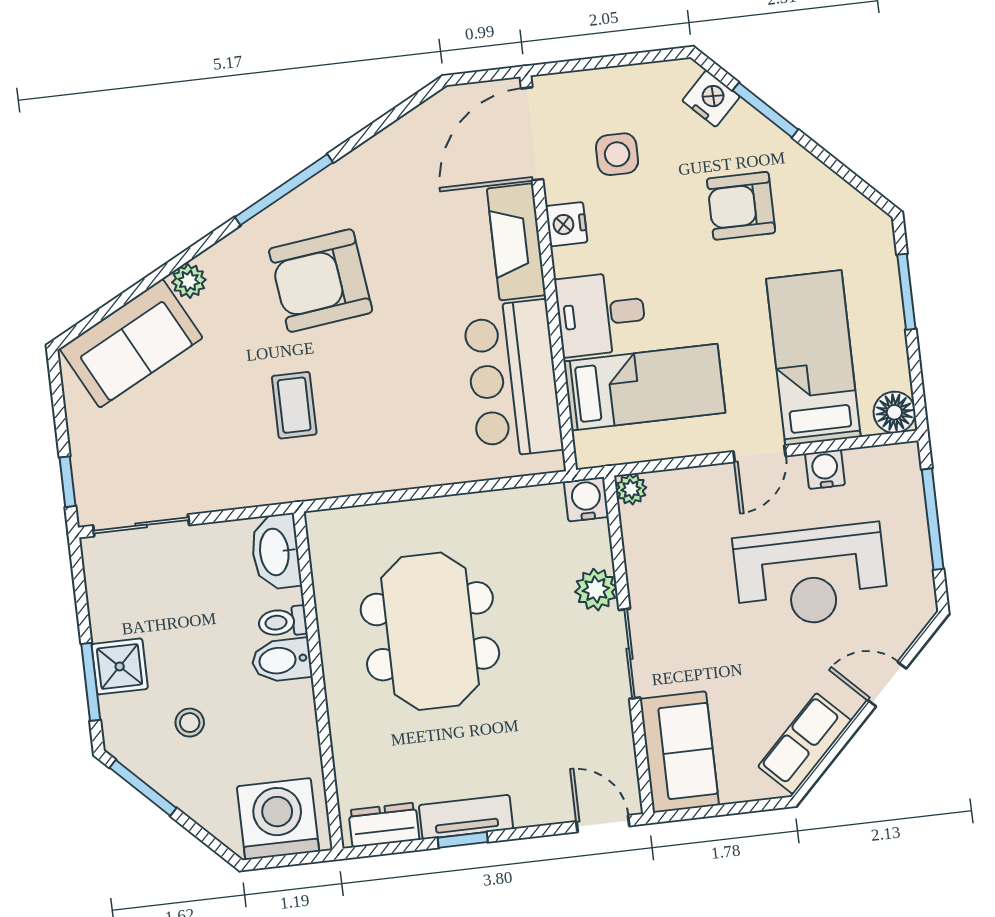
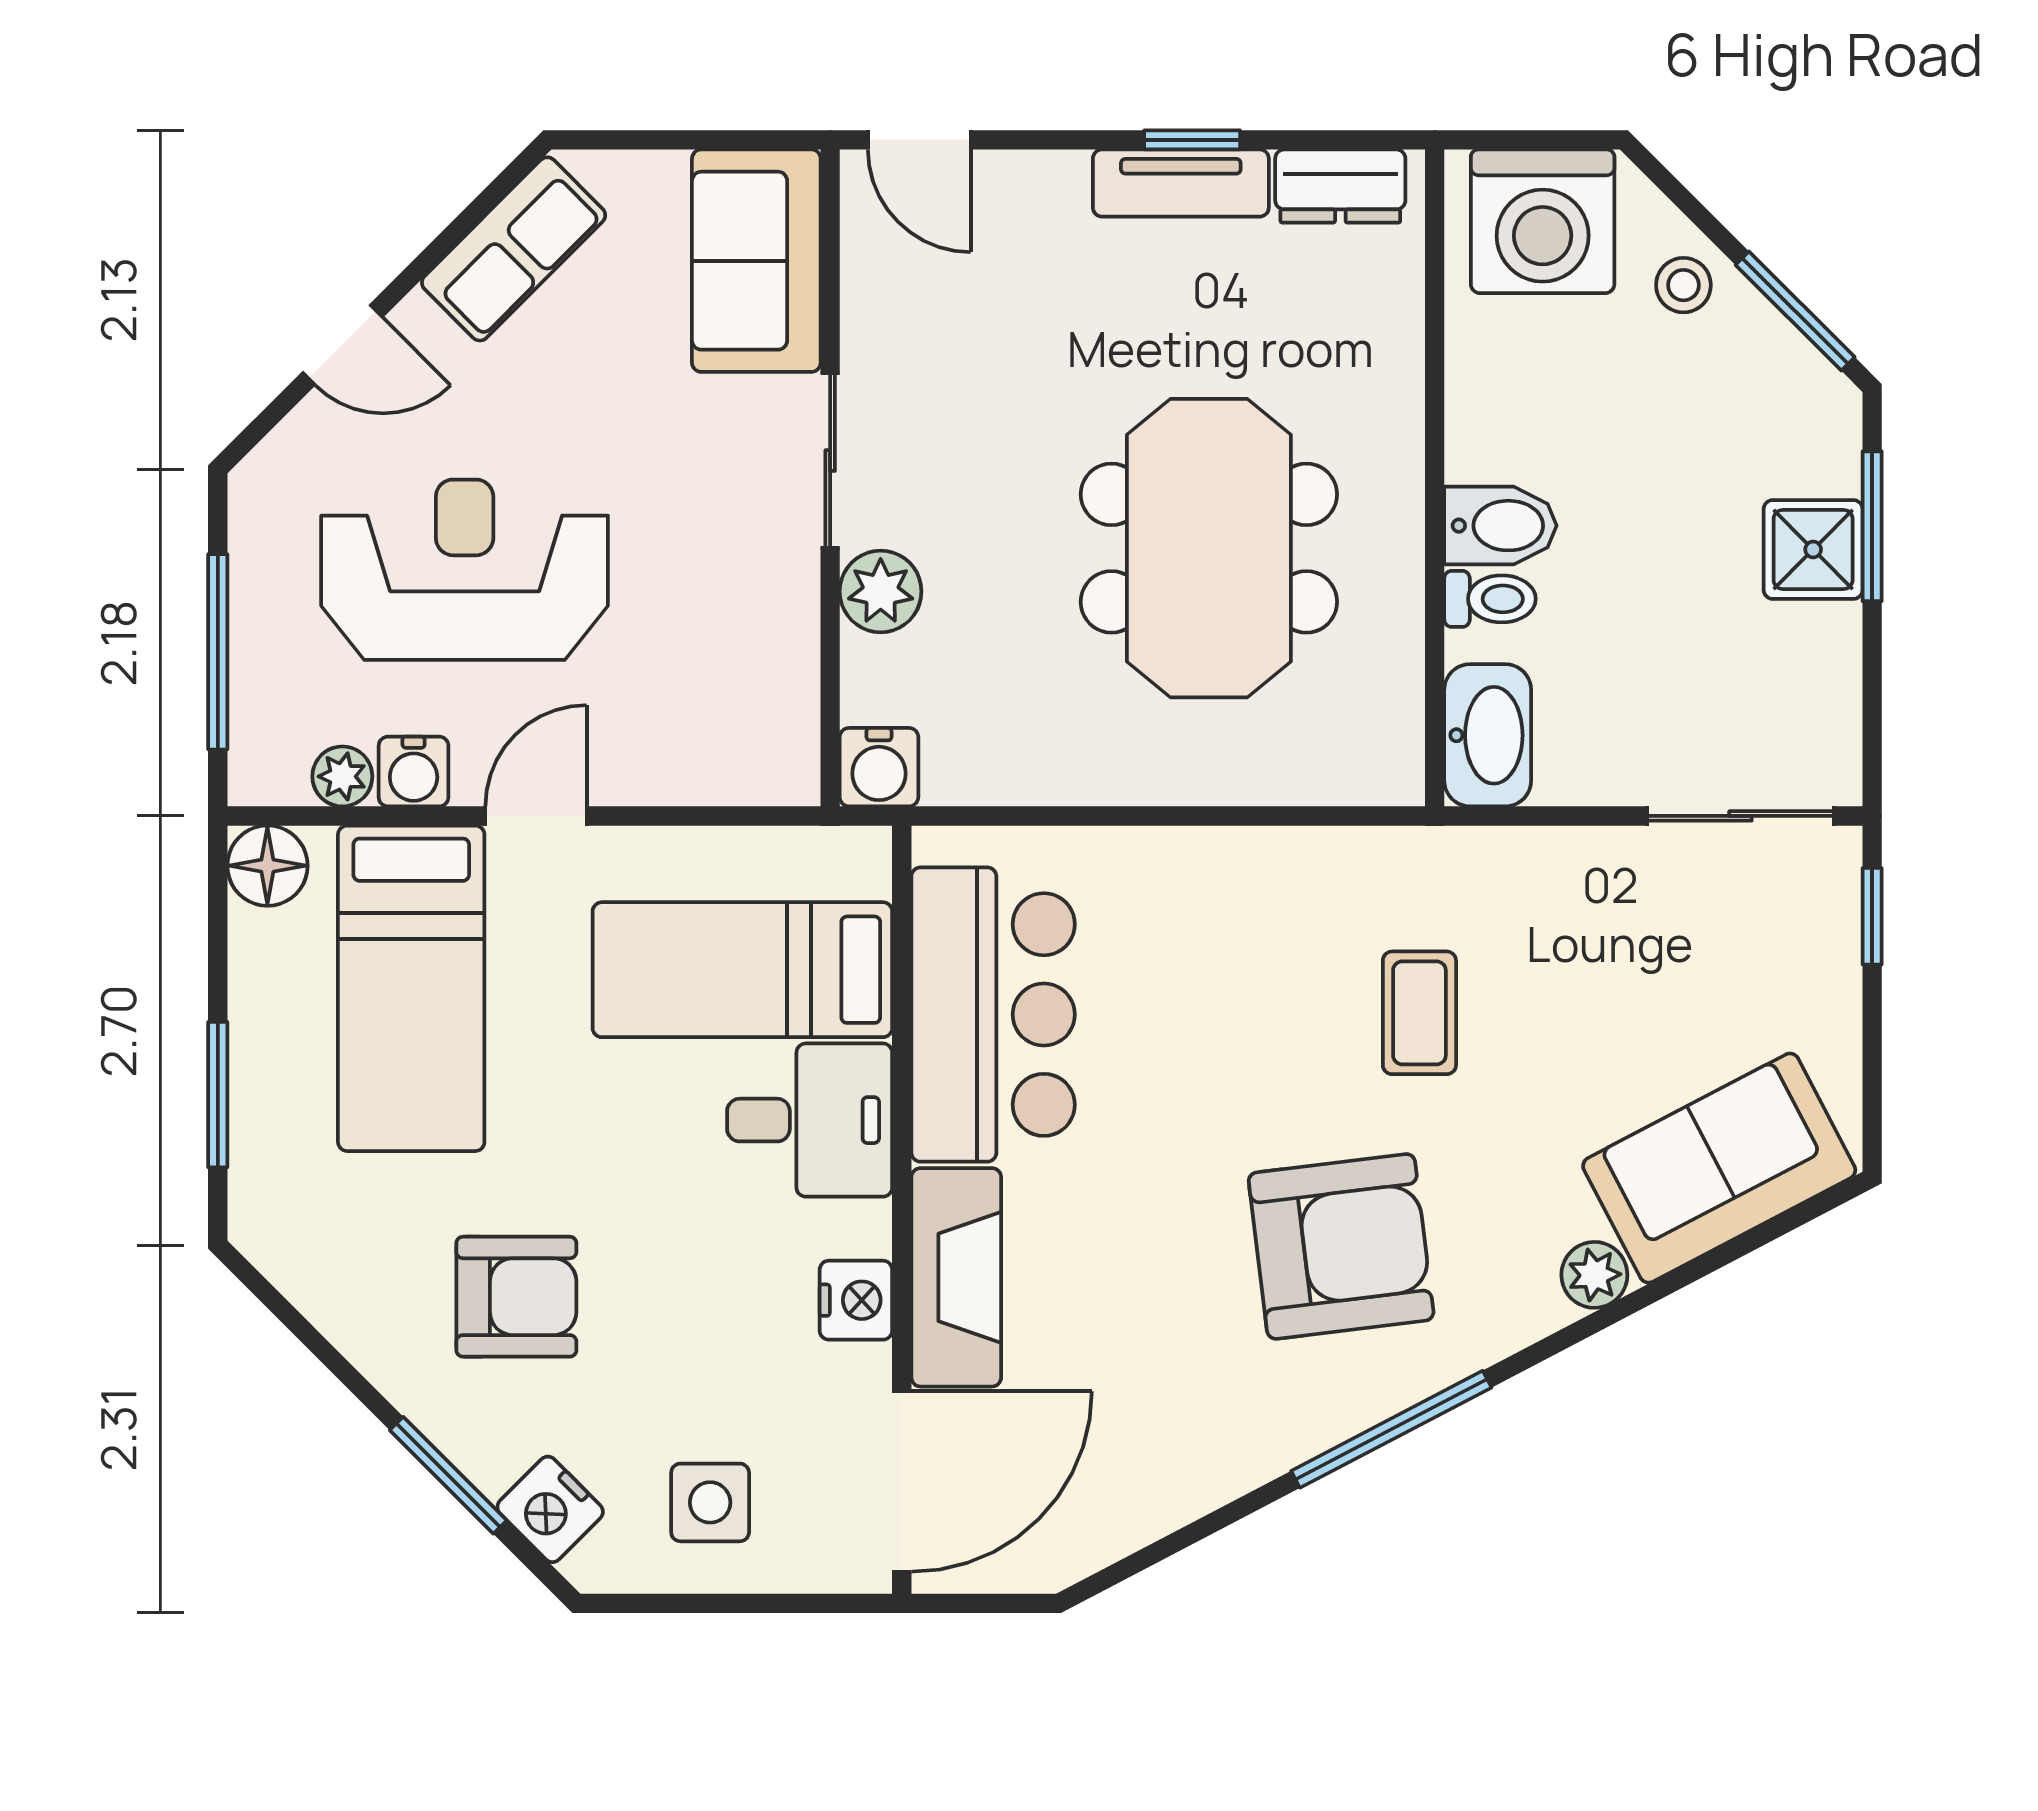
side table: (617, 154) -> (710, 1502), moved
plant: (631, 489) -> (342, 776), moved
stool: (190, 723) -> (1683, 285), moved

